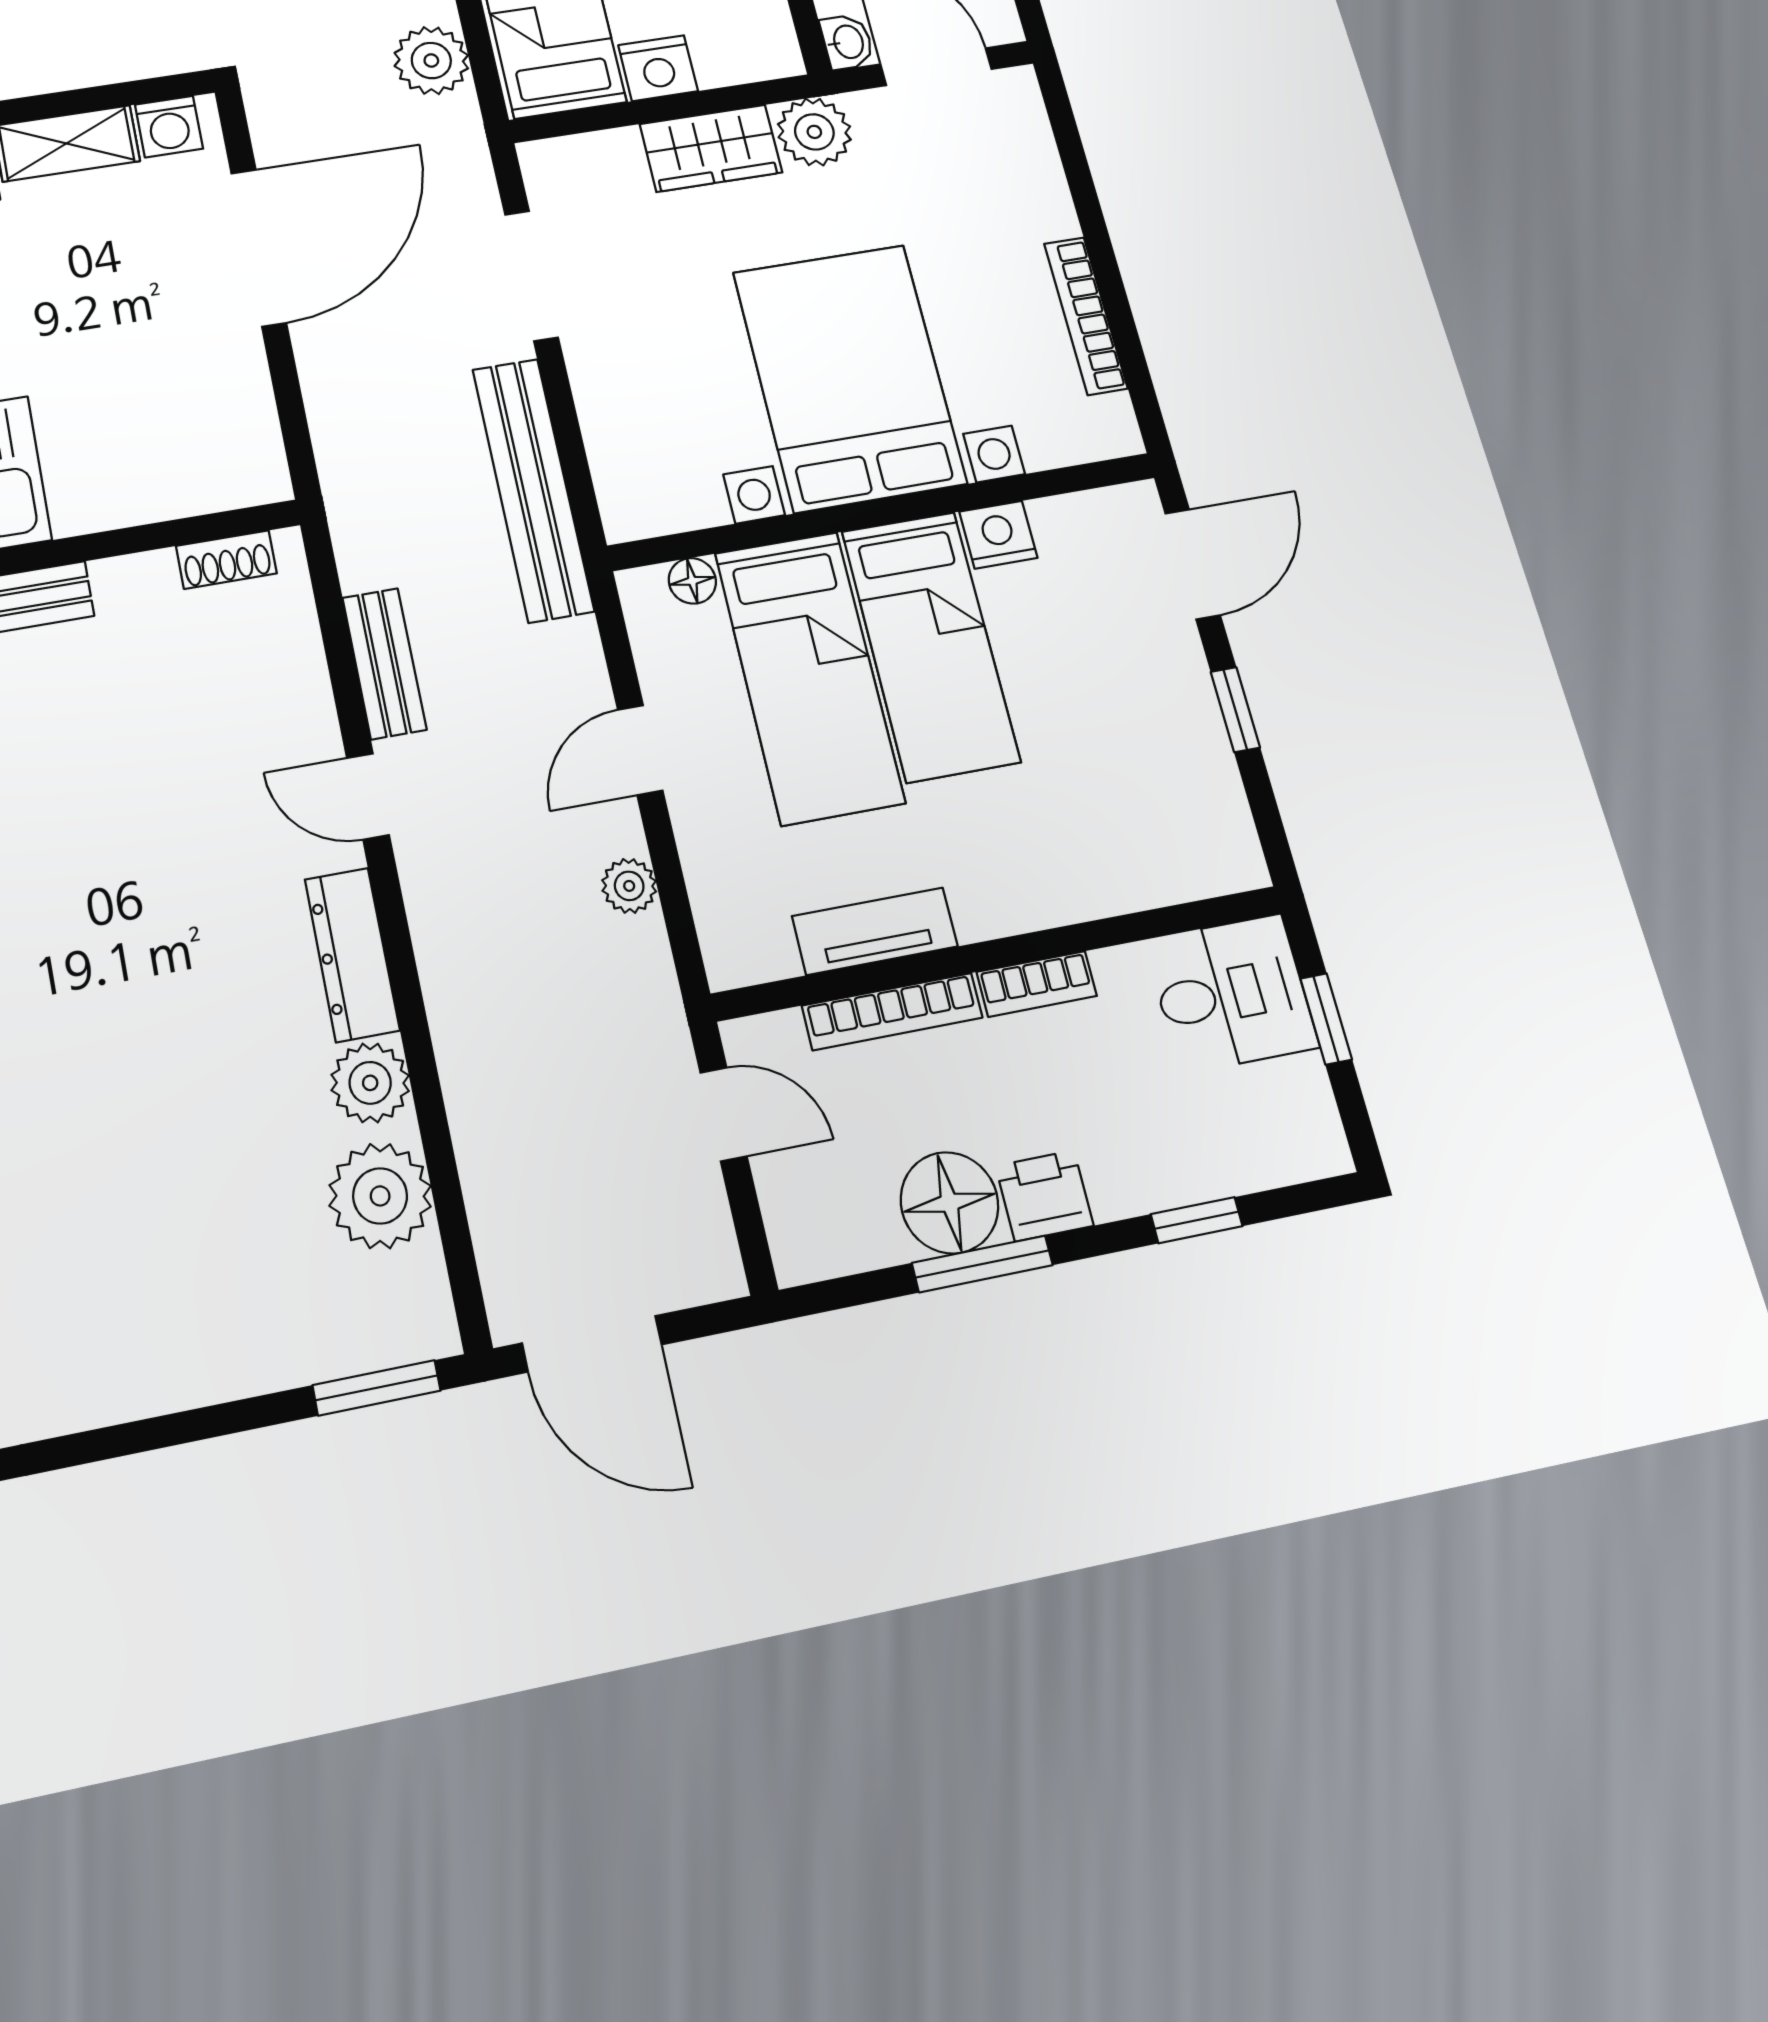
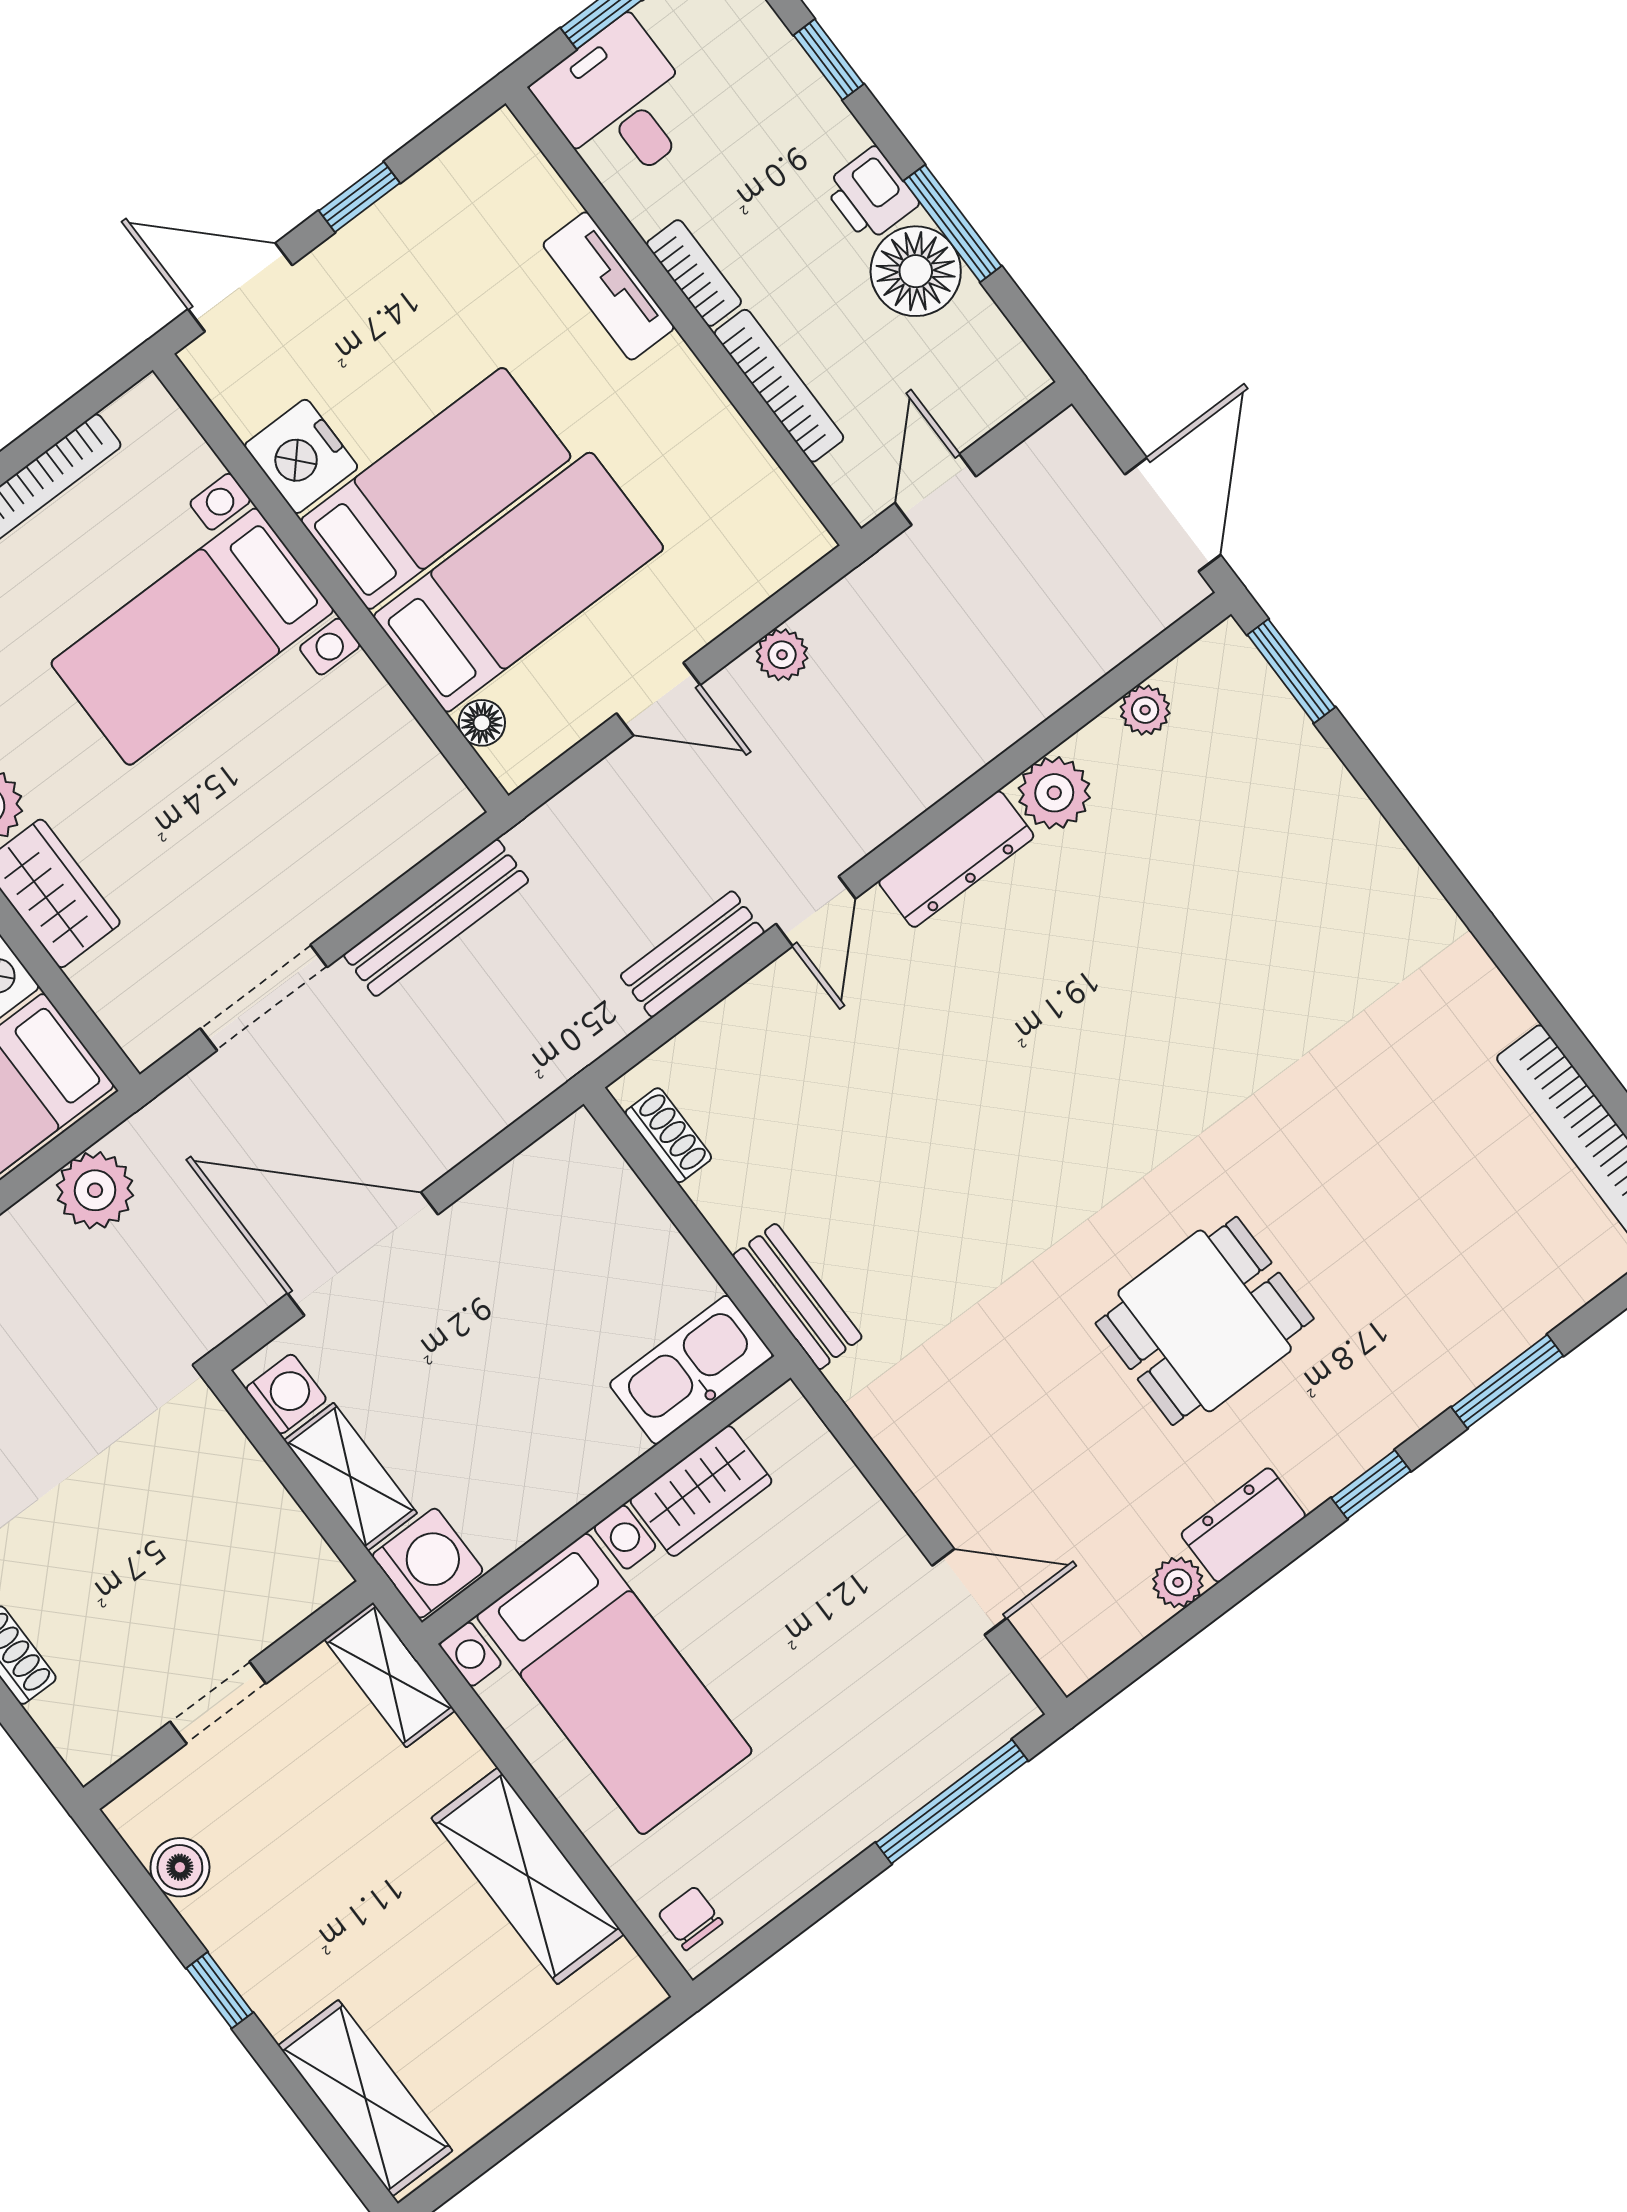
bed with nightstands: (849, 377) -> (192, 637), width x0.73
bench: (533, 489) -> (436, 918), width x0.73, depth x0.82
nightstand: (998, 535) -> (301, 456), width x1.36, depth x1.33
tv unit: (875, 931) -> (609, 286), moved
plant: (380, 1196) -> (1145, 710), width x0.53, depth x0.53

